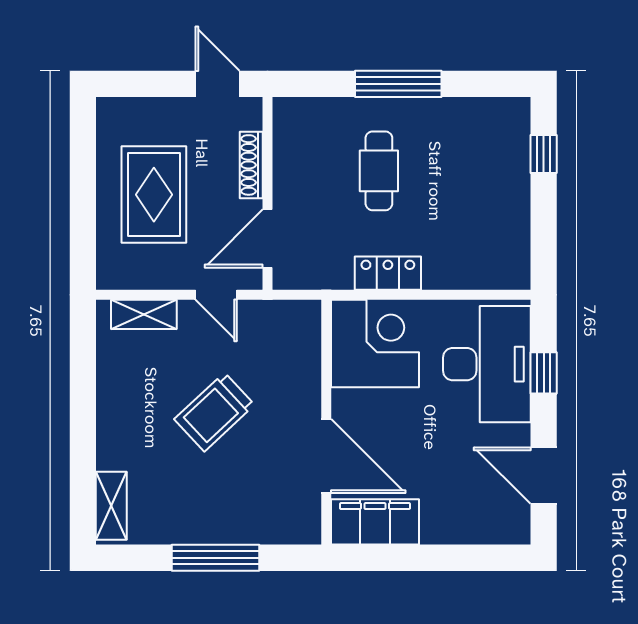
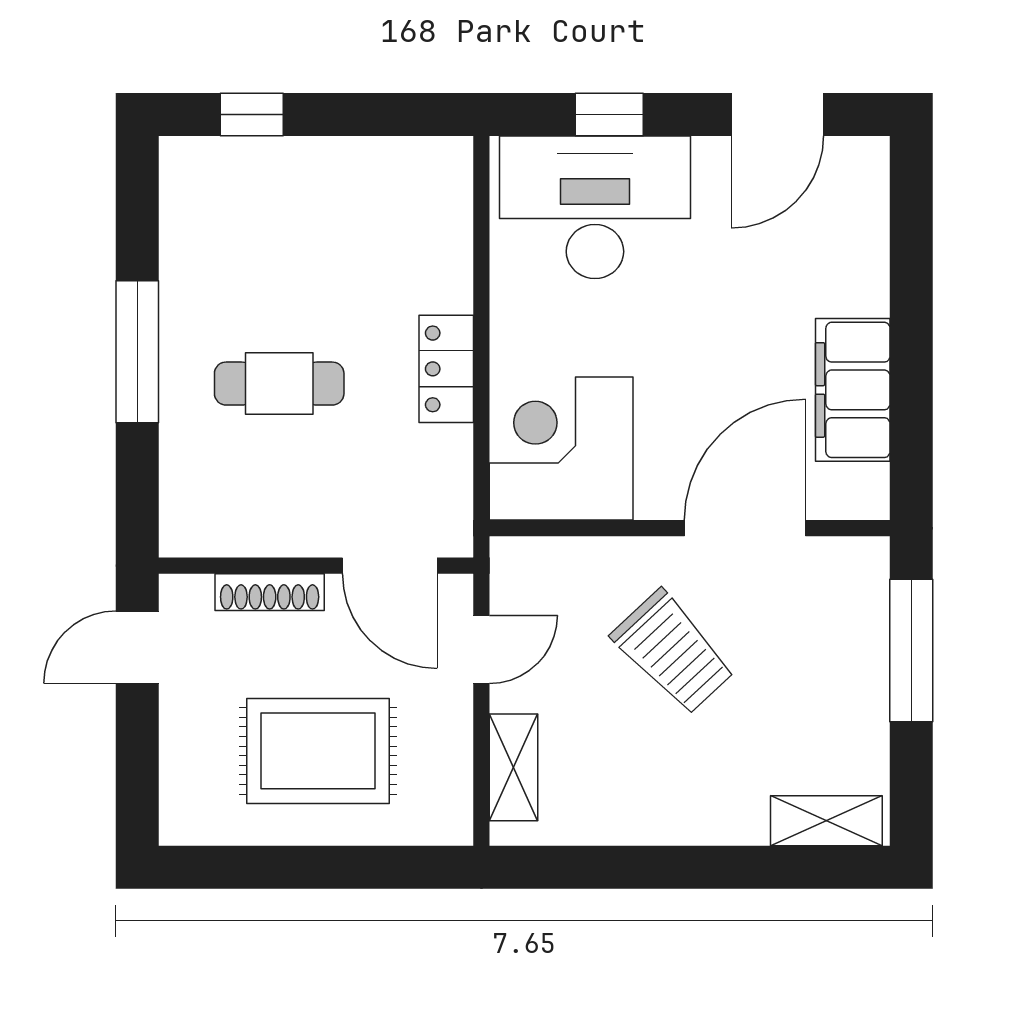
corner desk: (375, 343) -> (561, 449), moved
wall: (326, 422) -> (690, 528), moved
door: (326, 456) -> (745, 528), moved

